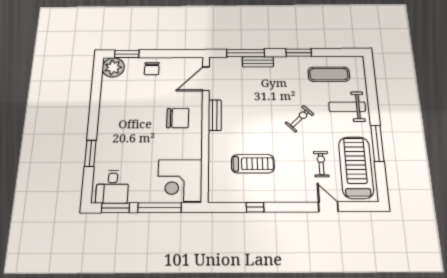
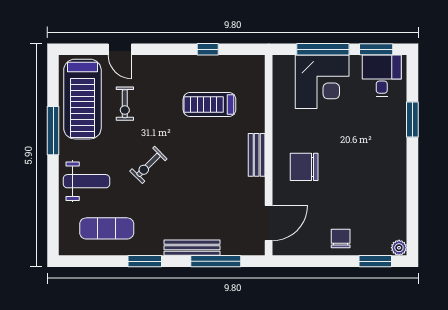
bench: (258, 62) -> (192, 248), width x1.36
plant: (113, 67) -> (399, 248), width x0.53, depth x0.53
bench: (215, 115) -> (257, 155), moved
corner desk: (180, 180) -> (322, 82), moved, turned 90

